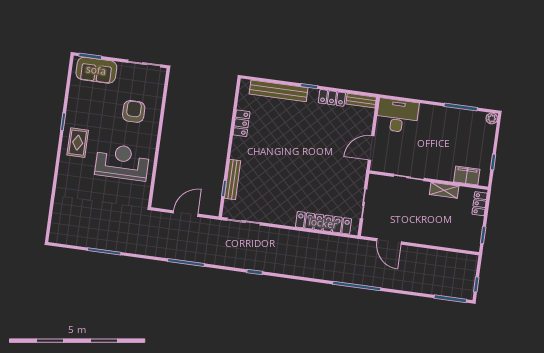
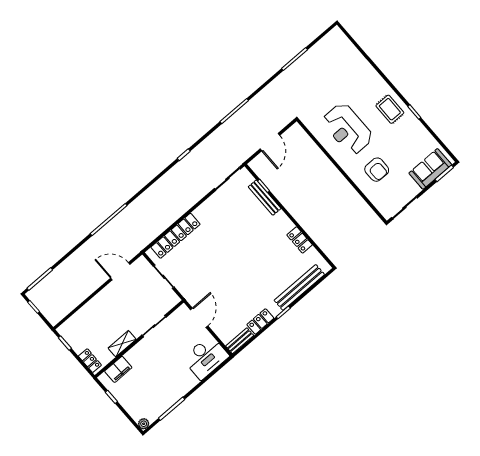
reception desk: (122, 162) -> (347, 129), turned 90

